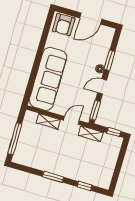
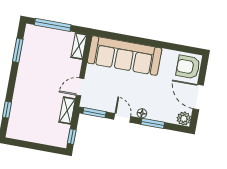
plant: (108, 33) -> (184, 119), added
door: (71, 120) -> (80, 87), swing flipped
shelving: (49, 121) -> (79, 46), moved
window: (53, 177) -> (18, 50), moved

